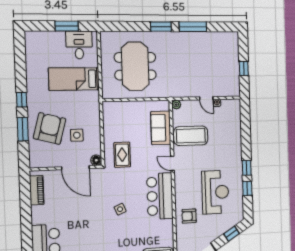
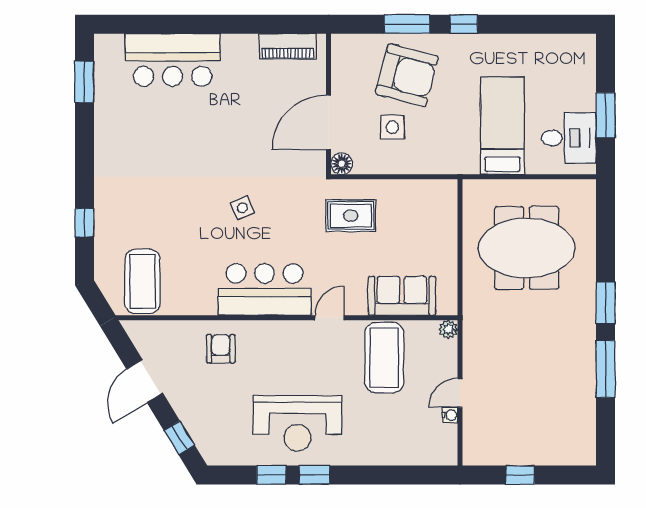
reception desk: (215, 192) -> (297, 423), moved

